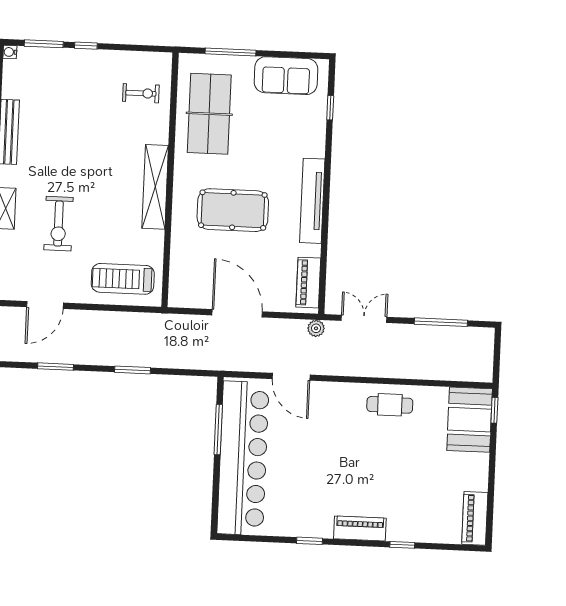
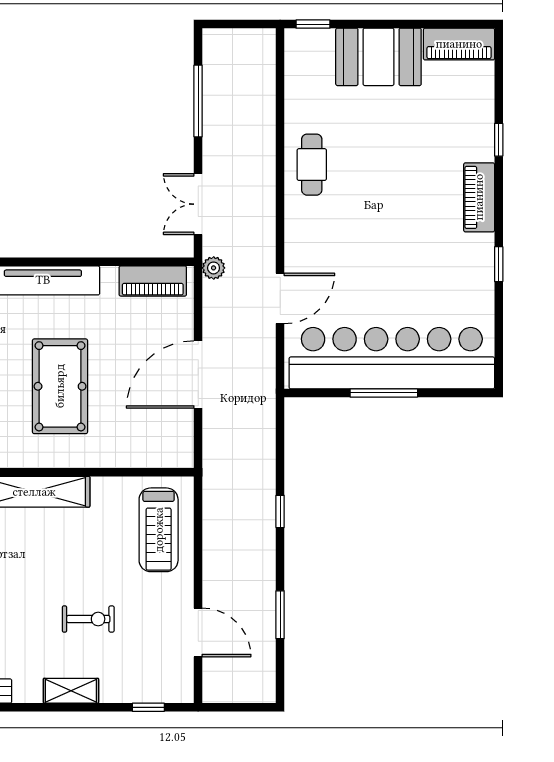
exercise bike: (59, 224) -> (88, 619), width x0.73, depth x0.72
window: (132, 370) -> (280, 511), width x0.67
booth: (470, 420) -> (378, 57), moved
window: (218, 430) -> (384, 393), moved

